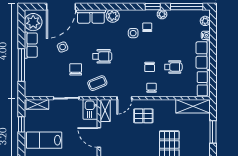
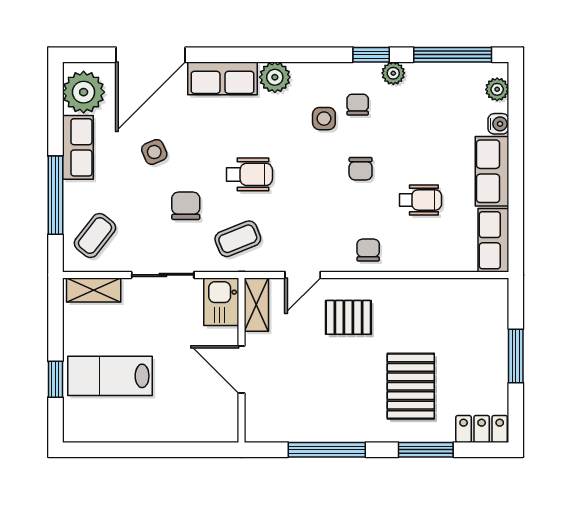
chair: (150, 67) -> (361, 169), moved
coffee table: (38, 82) -> (95, 235), added
shelving: (193, 106) -> (468, 294), removed
window: (21, 124) -> (55, 379), moved

